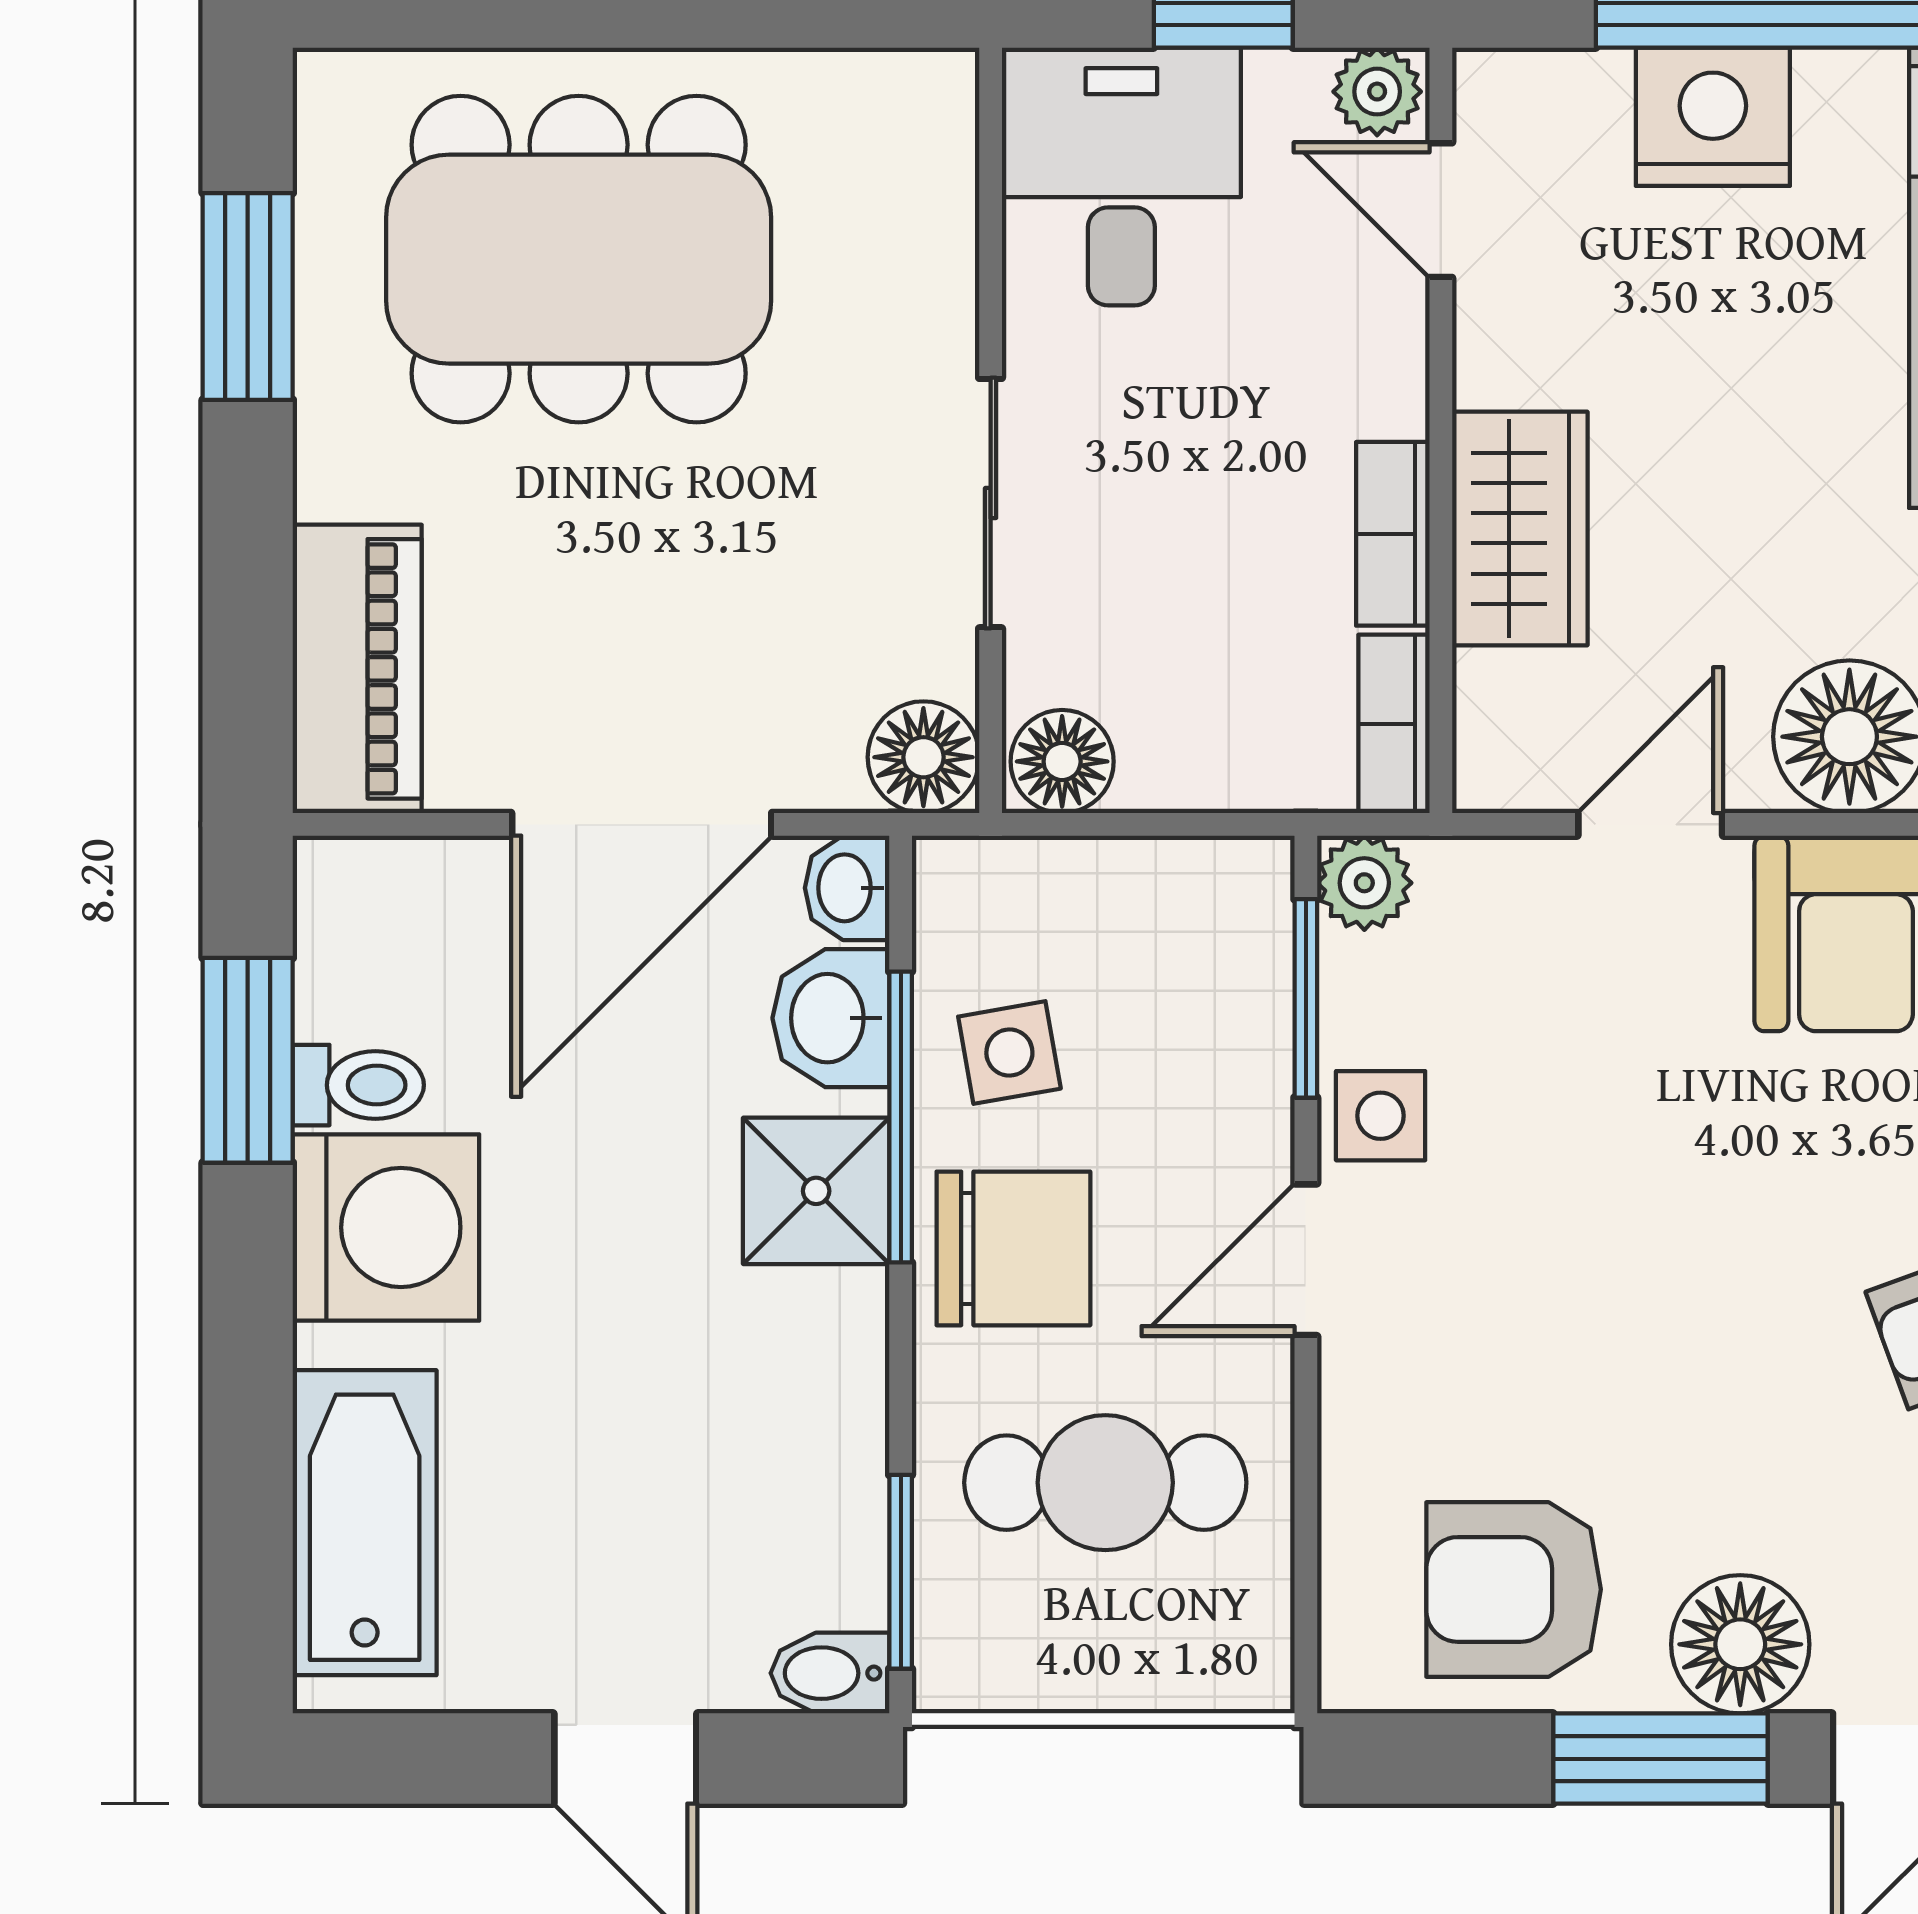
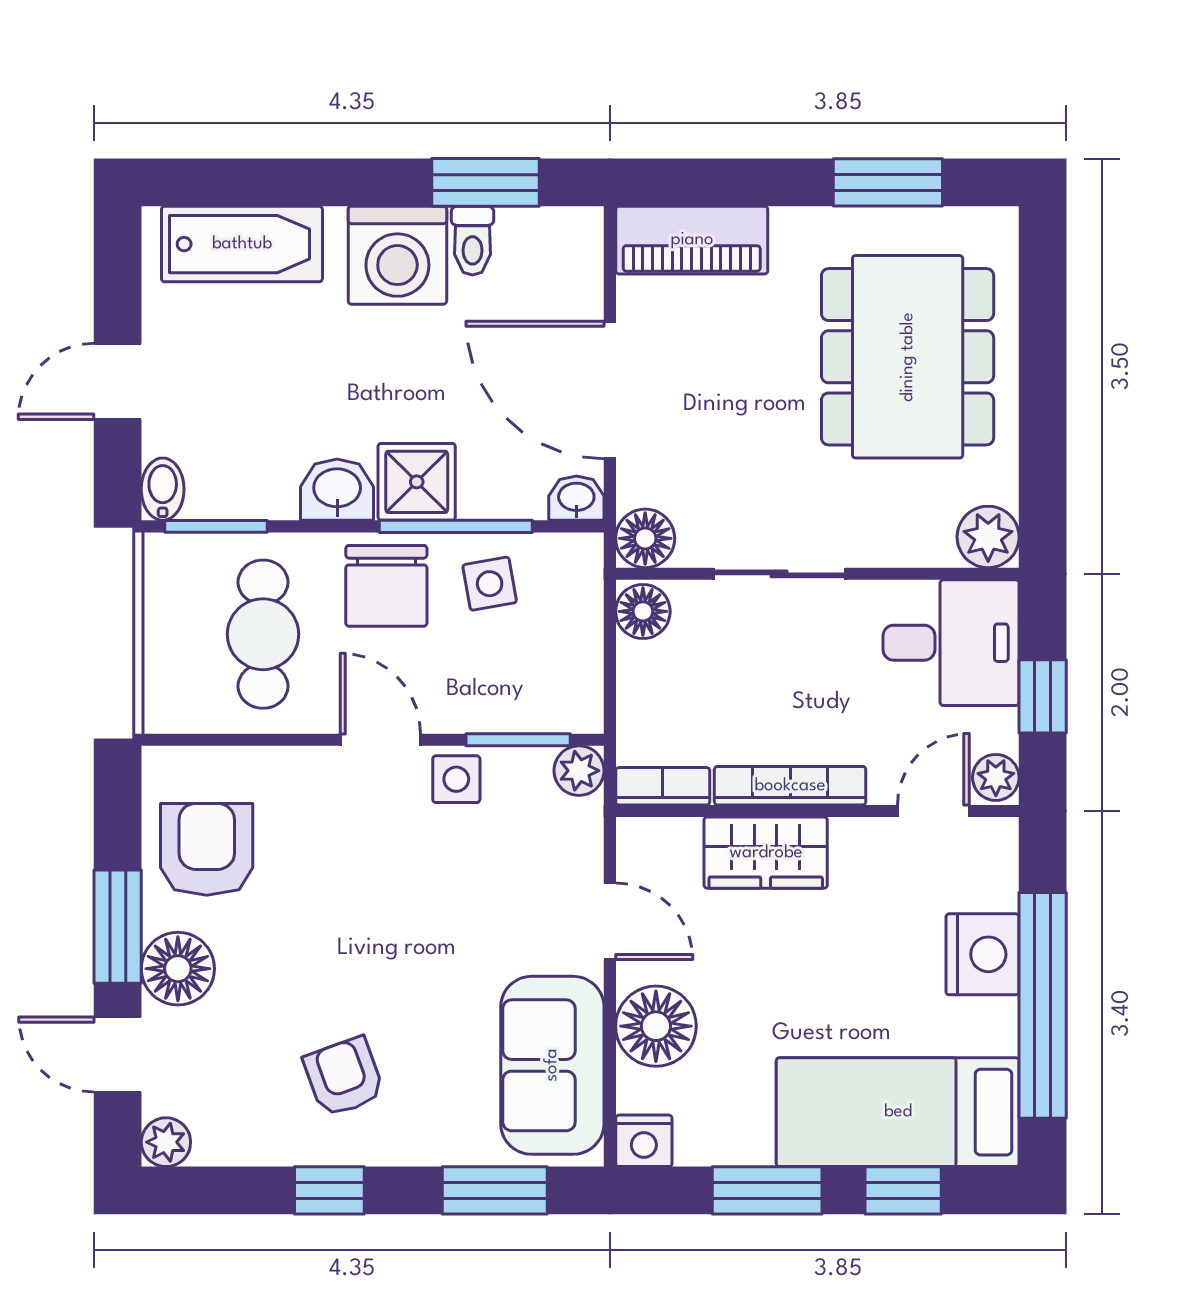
plant: (921, 106) -> (988, 537), added
bookcase: (1393, 534) -> (790, 786), width x1.56
washbasin: (831, 1018) -> (337, 490), moved

